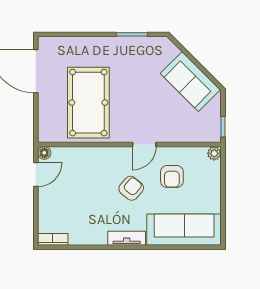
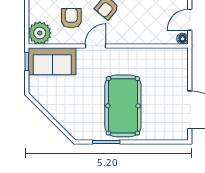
sofa: (190, 81) -> (52, 61), moved, turned 135
pool table: (88, 103) -> (123, 106), moved
plant: (214, 153) -> (40, 33), width x1.87, depth x1.87

